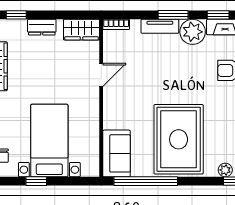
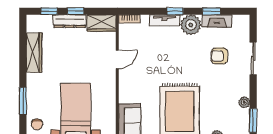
window: (49, 15) -> (75, 11), added
window: (173, 15) -> (175, 11), width x0.67
dresser: (42, 27) -> (70, 21), width x1.44

